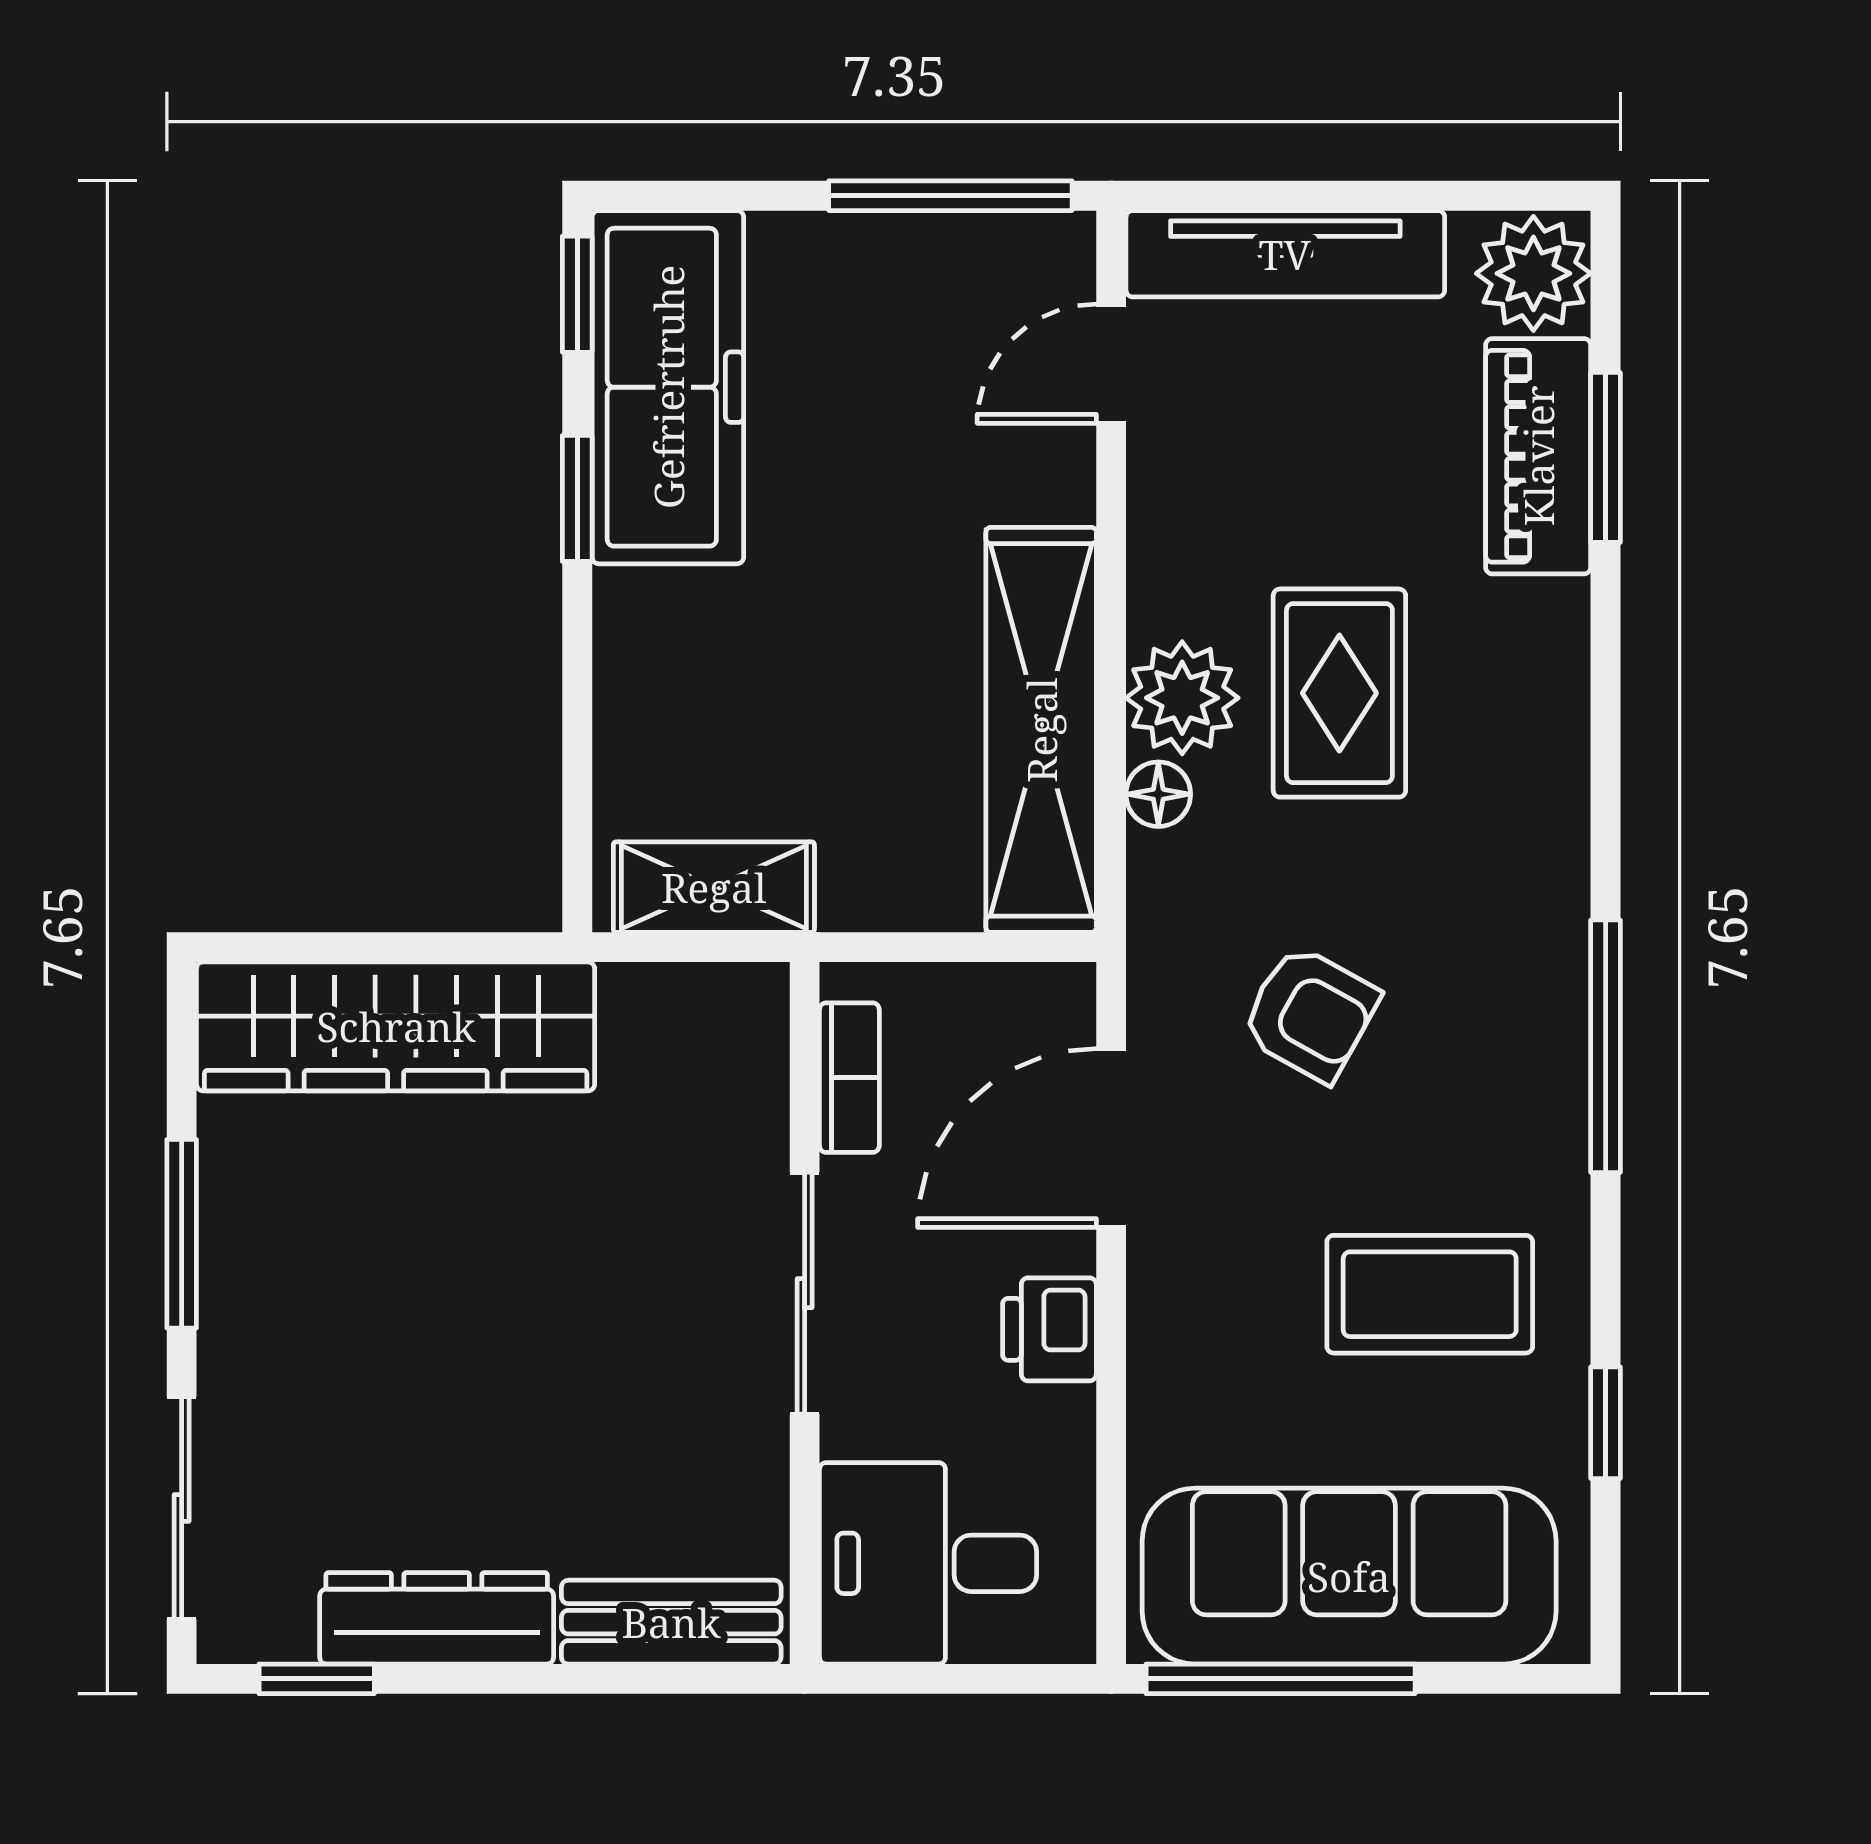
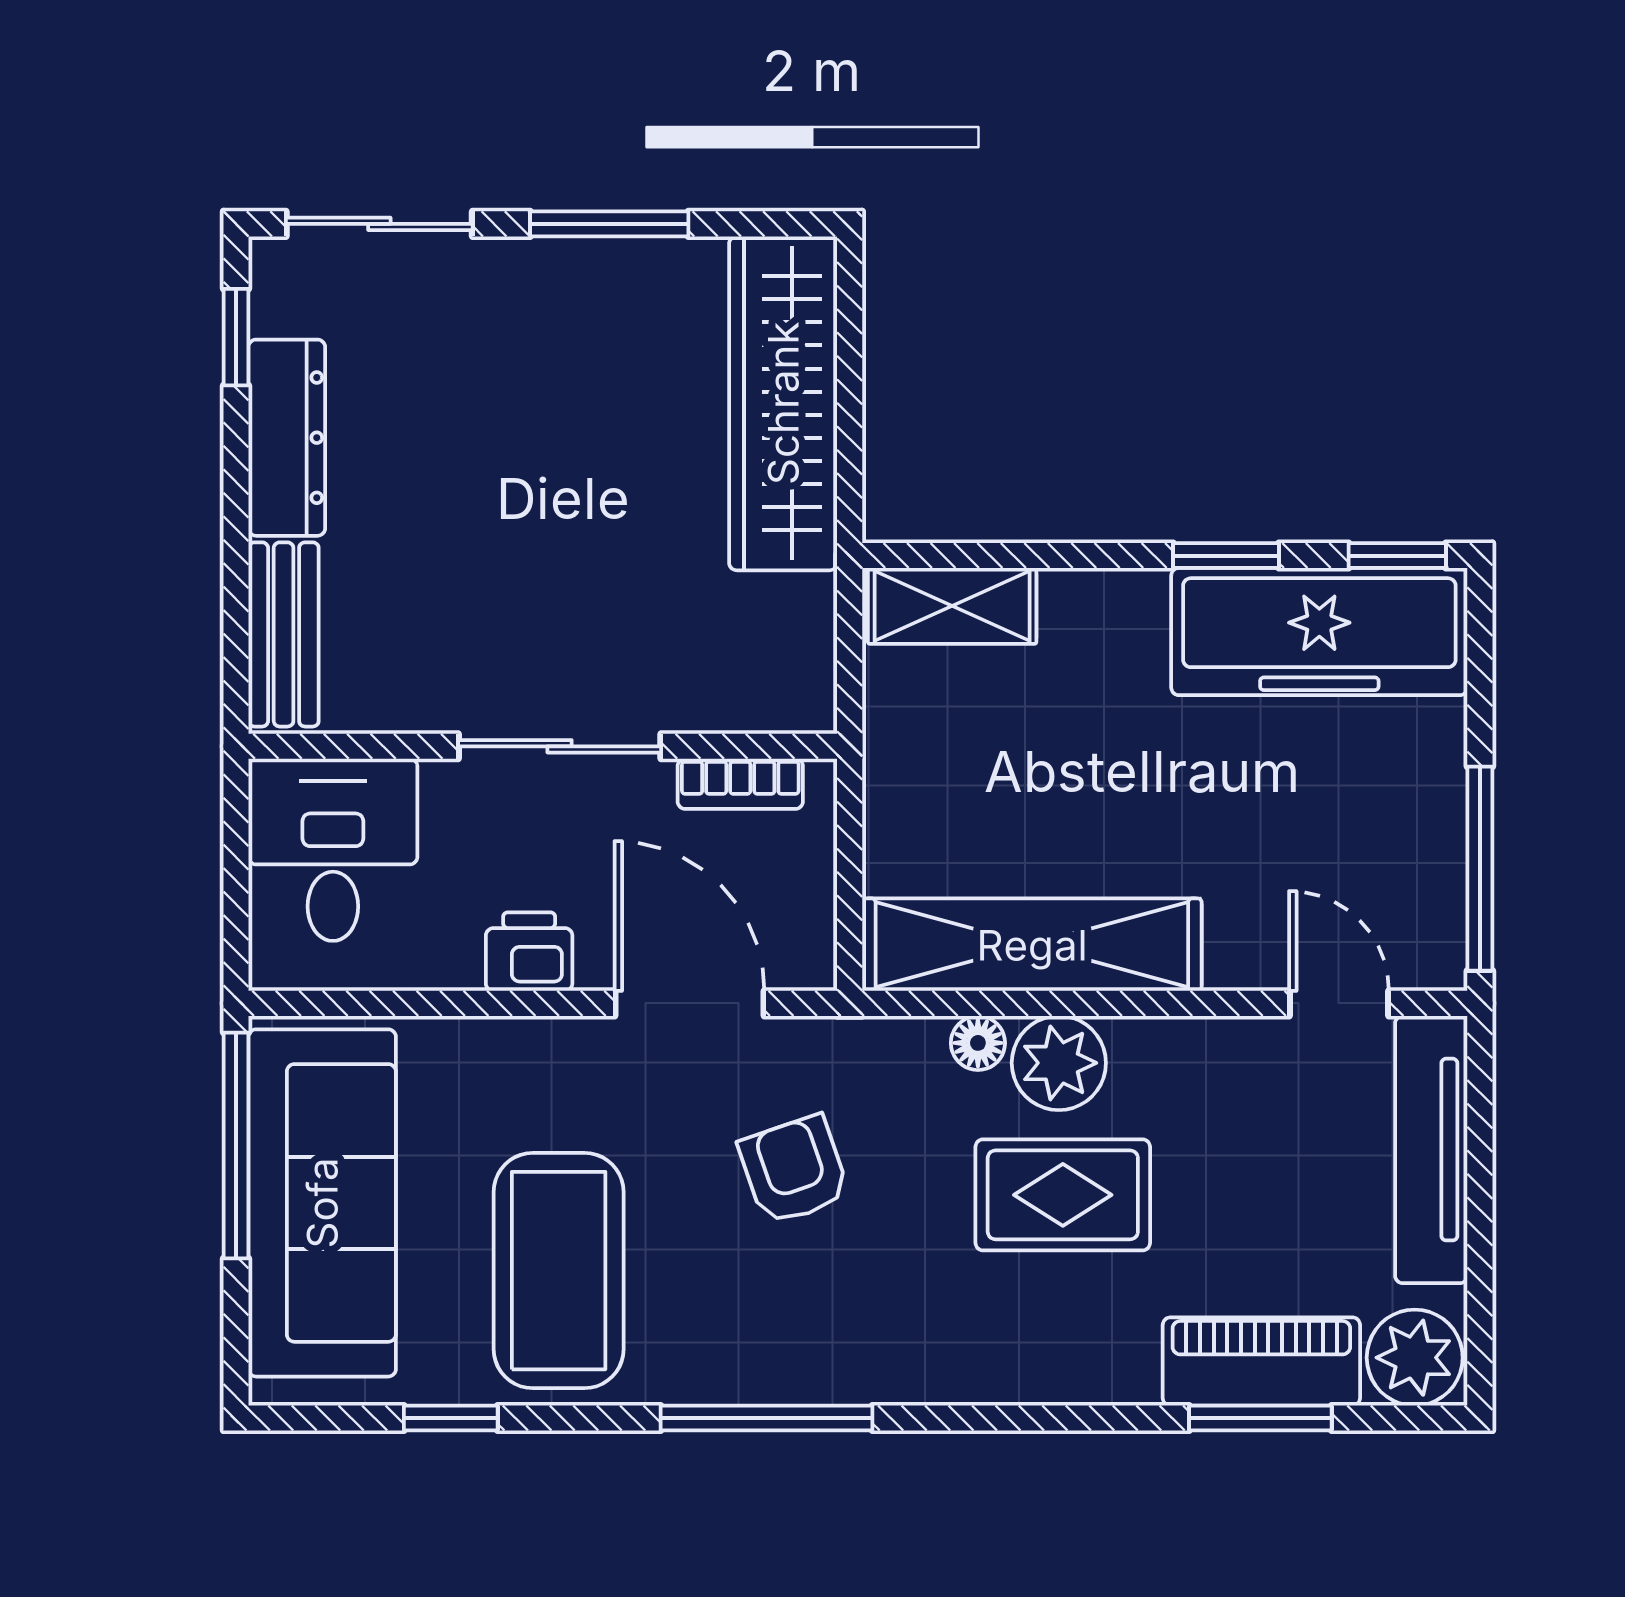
shelving: (714, 887) -> (952, 606), moved, turned 90
armchair: (1310, 1014) -> (794, 1170), turned 132
coffee table: (1430, 1294) -> (559, 1271), width x1.36, depth x1.32

